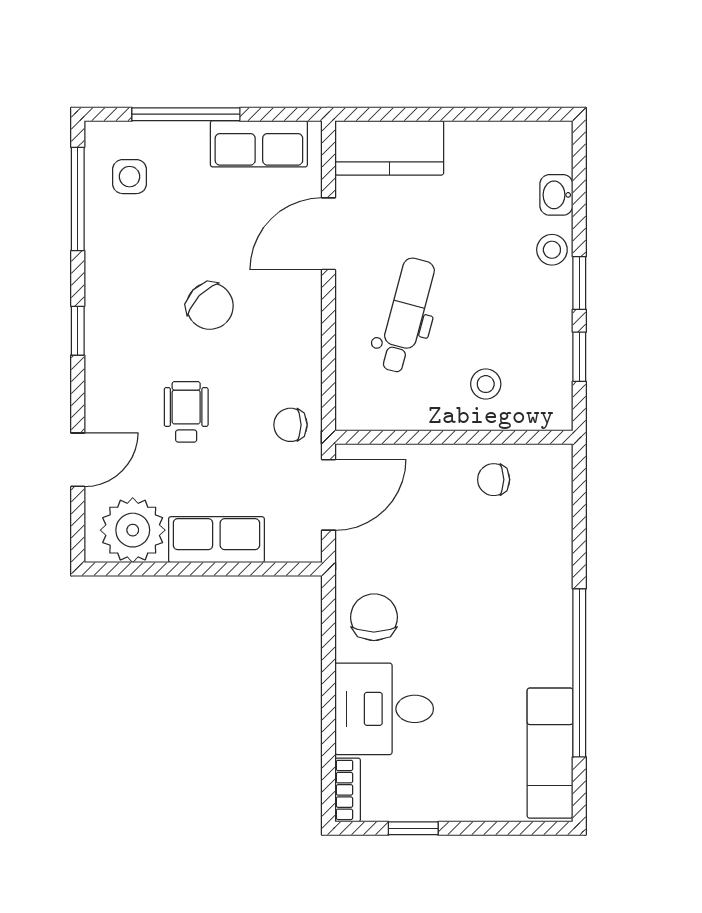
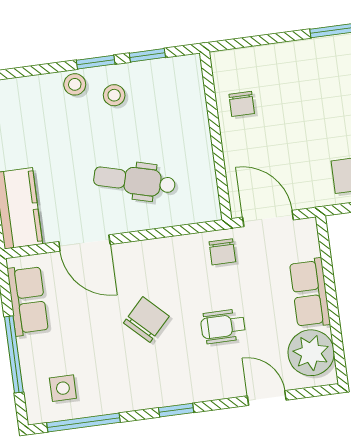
washbasin: (556, 195) -> (36, 86), removed
stool: (486, 384) -> (114, 95), moved

